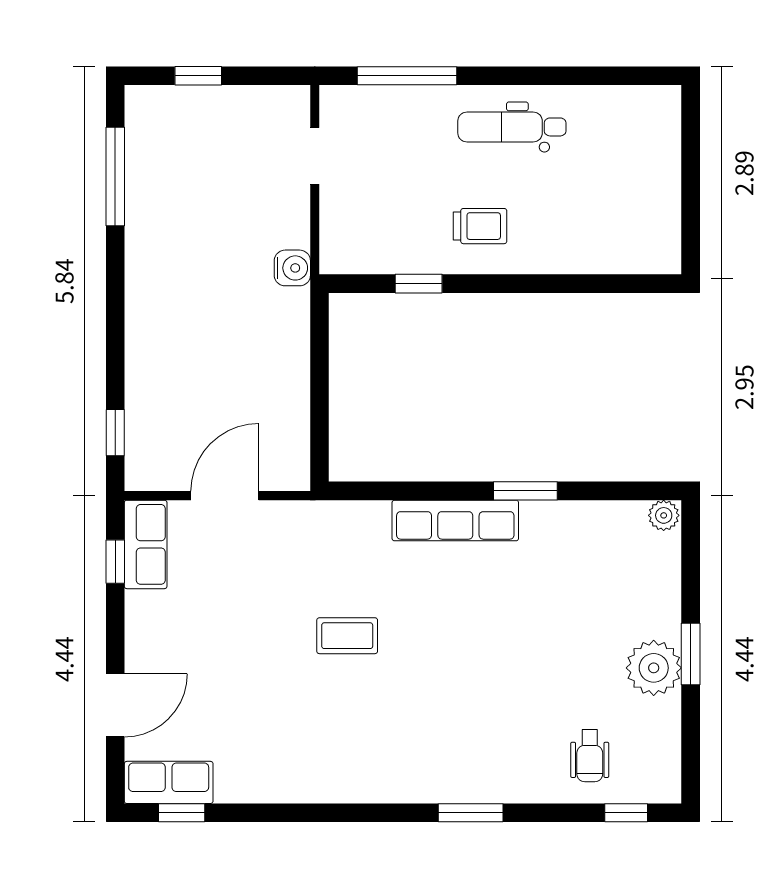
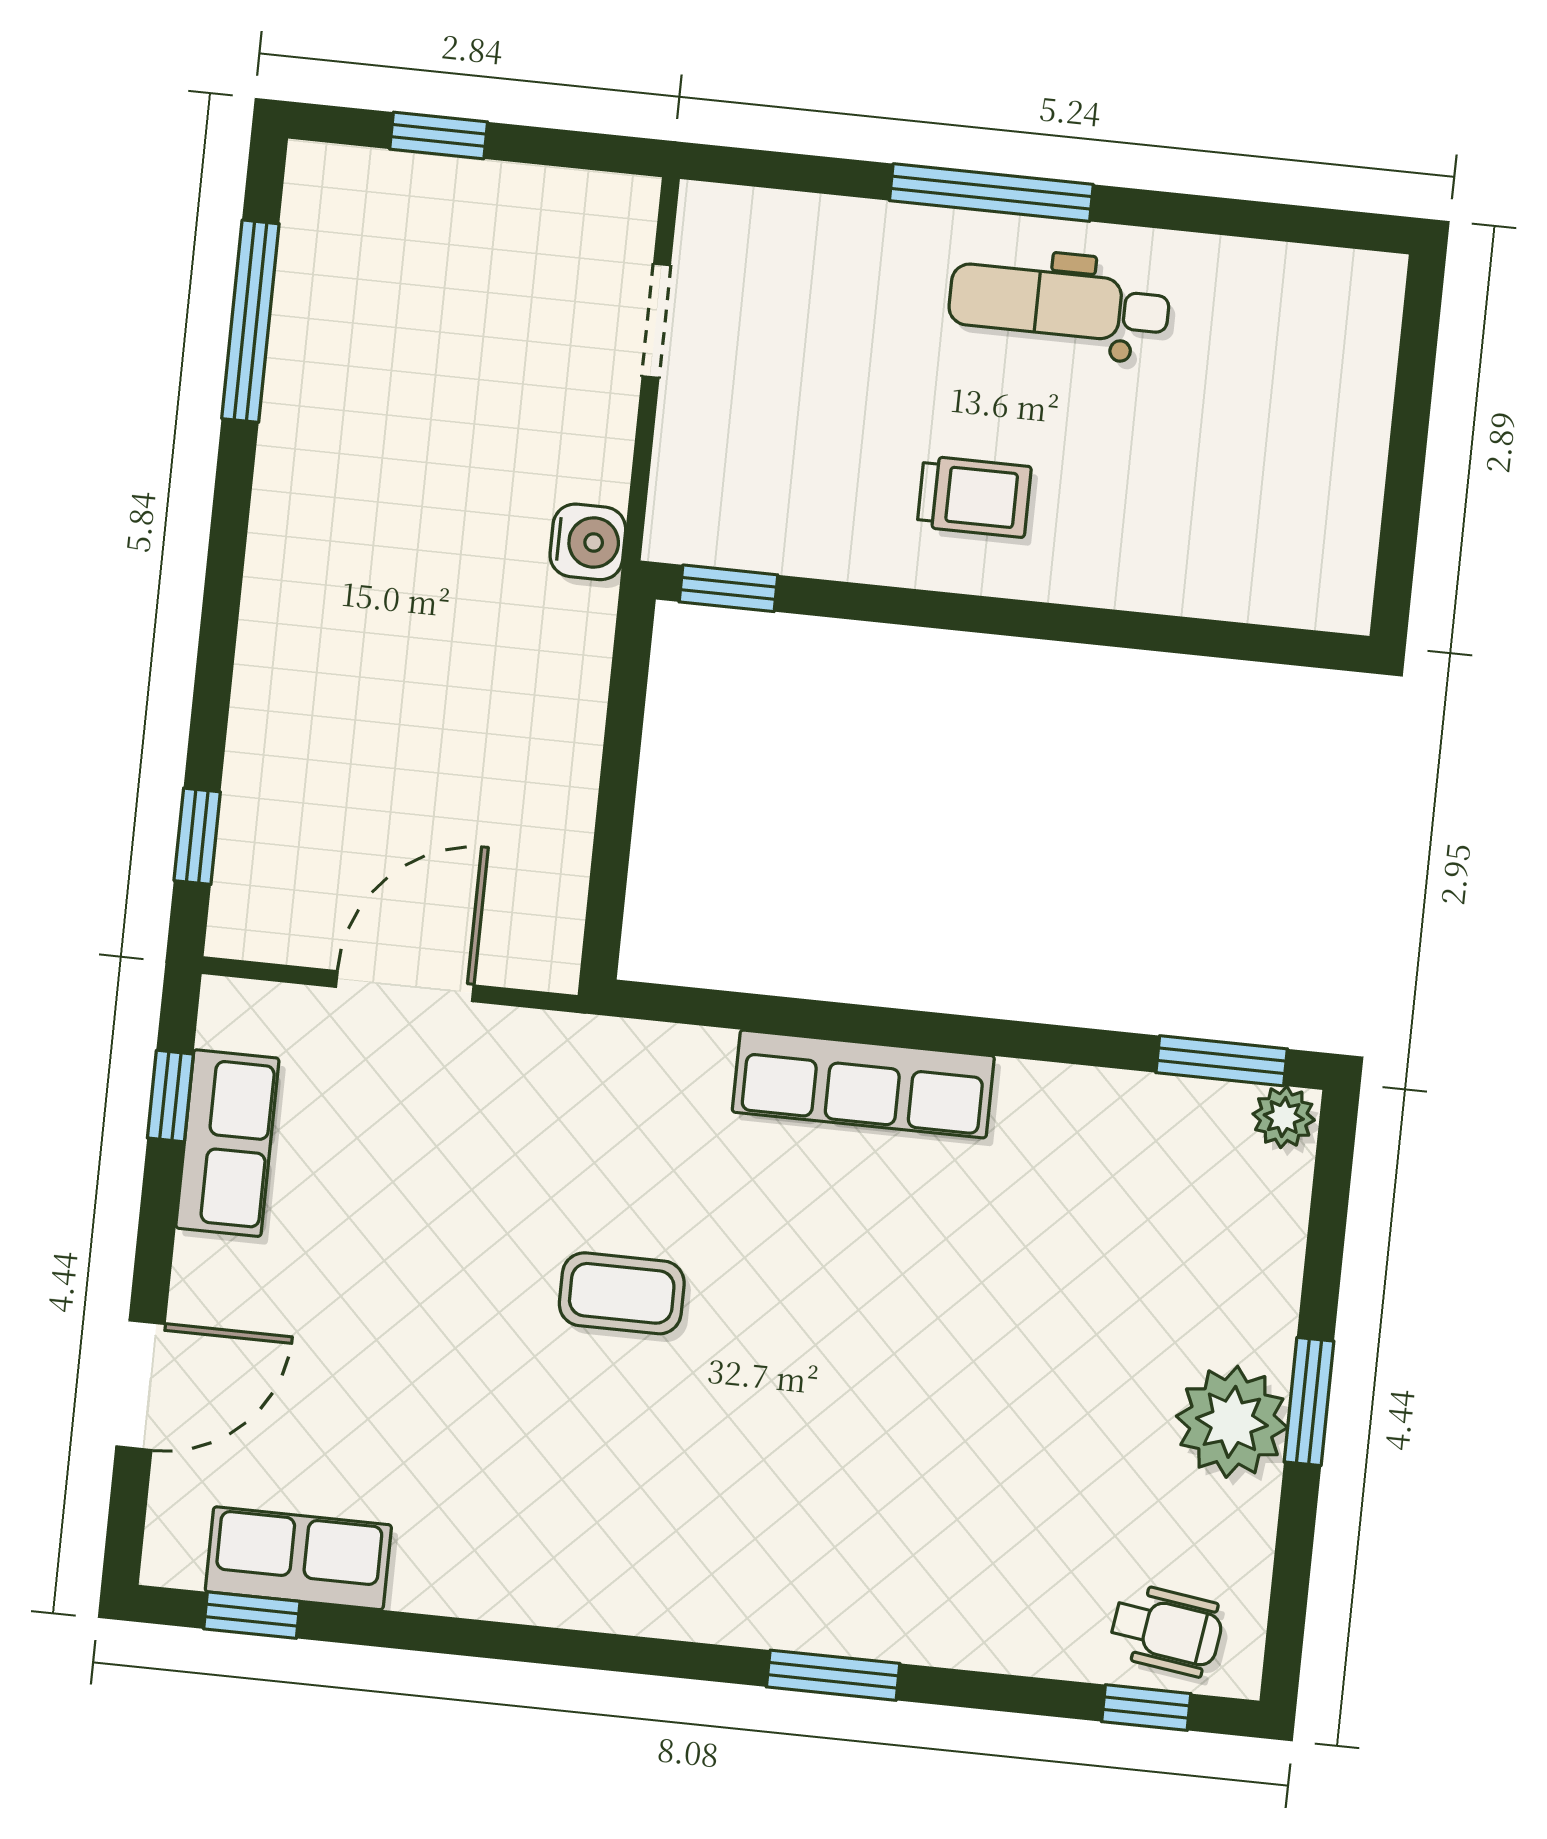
window: (407, 76) -> (991, 193), moved
window: (419, 284) -> (728, 588), moved
window: (525, 491) -> (1222, 1061), moved
row of seats: (146, 544) -> (227, 1143), moved
wheelchair: (590, 756) -> (1167, 1630), moved, turned -82
row of seats: (169, 782) -> (298, 1558), moved

